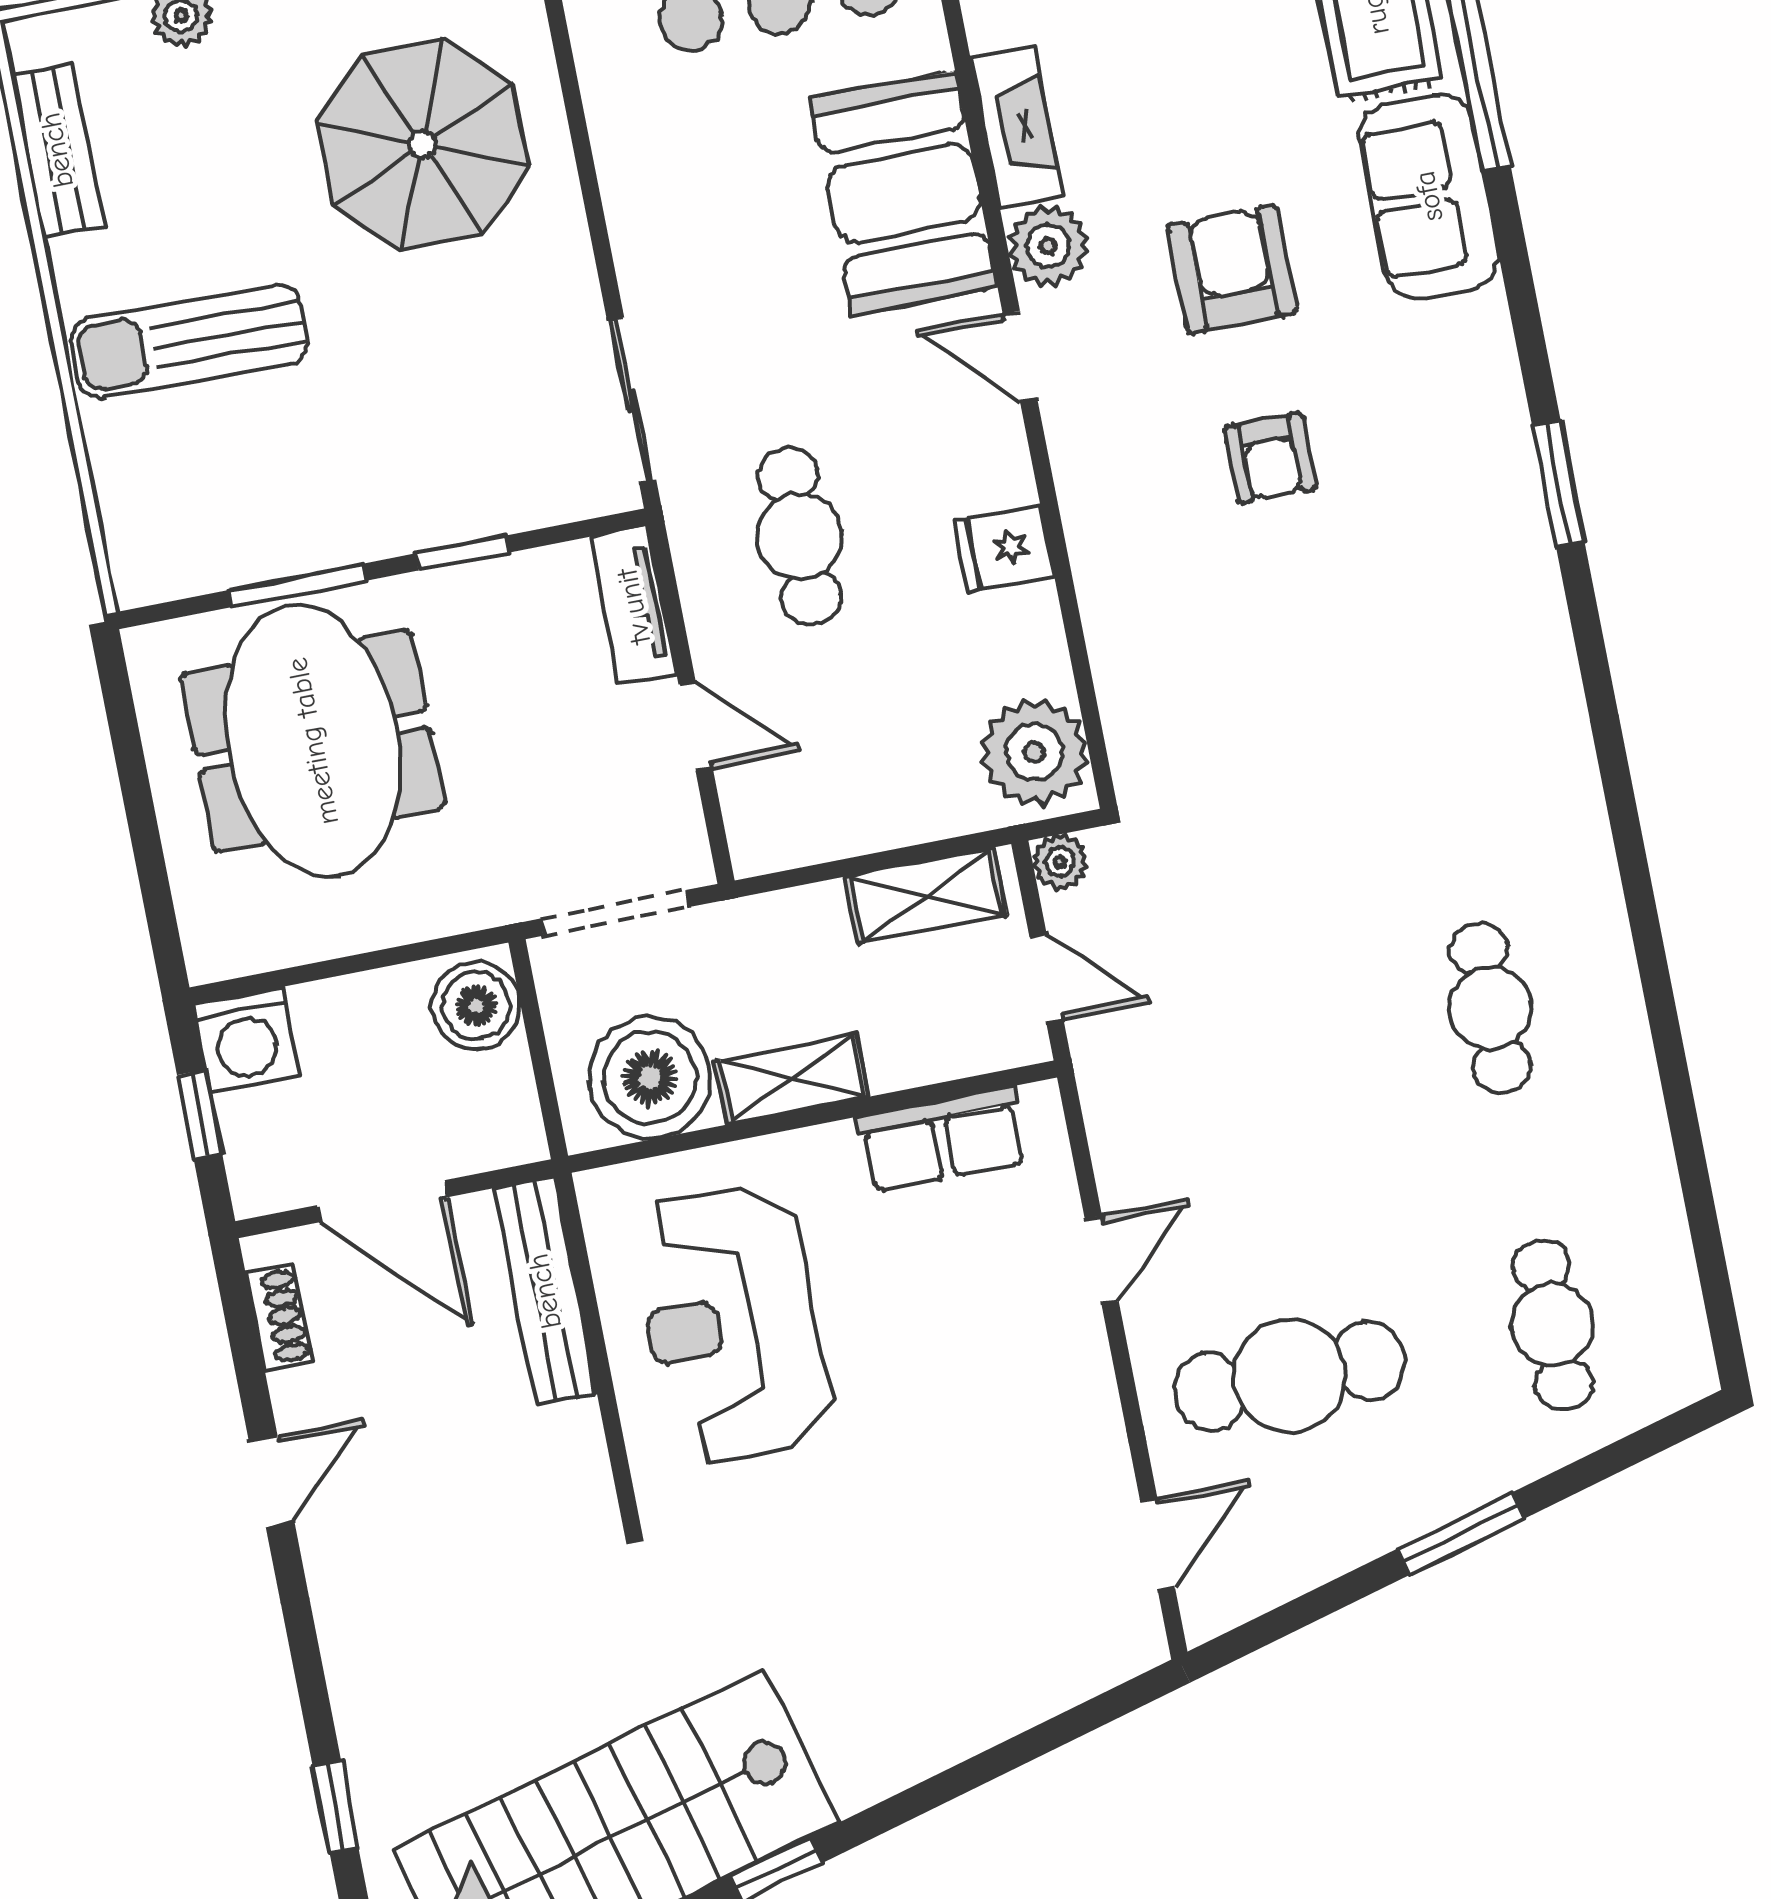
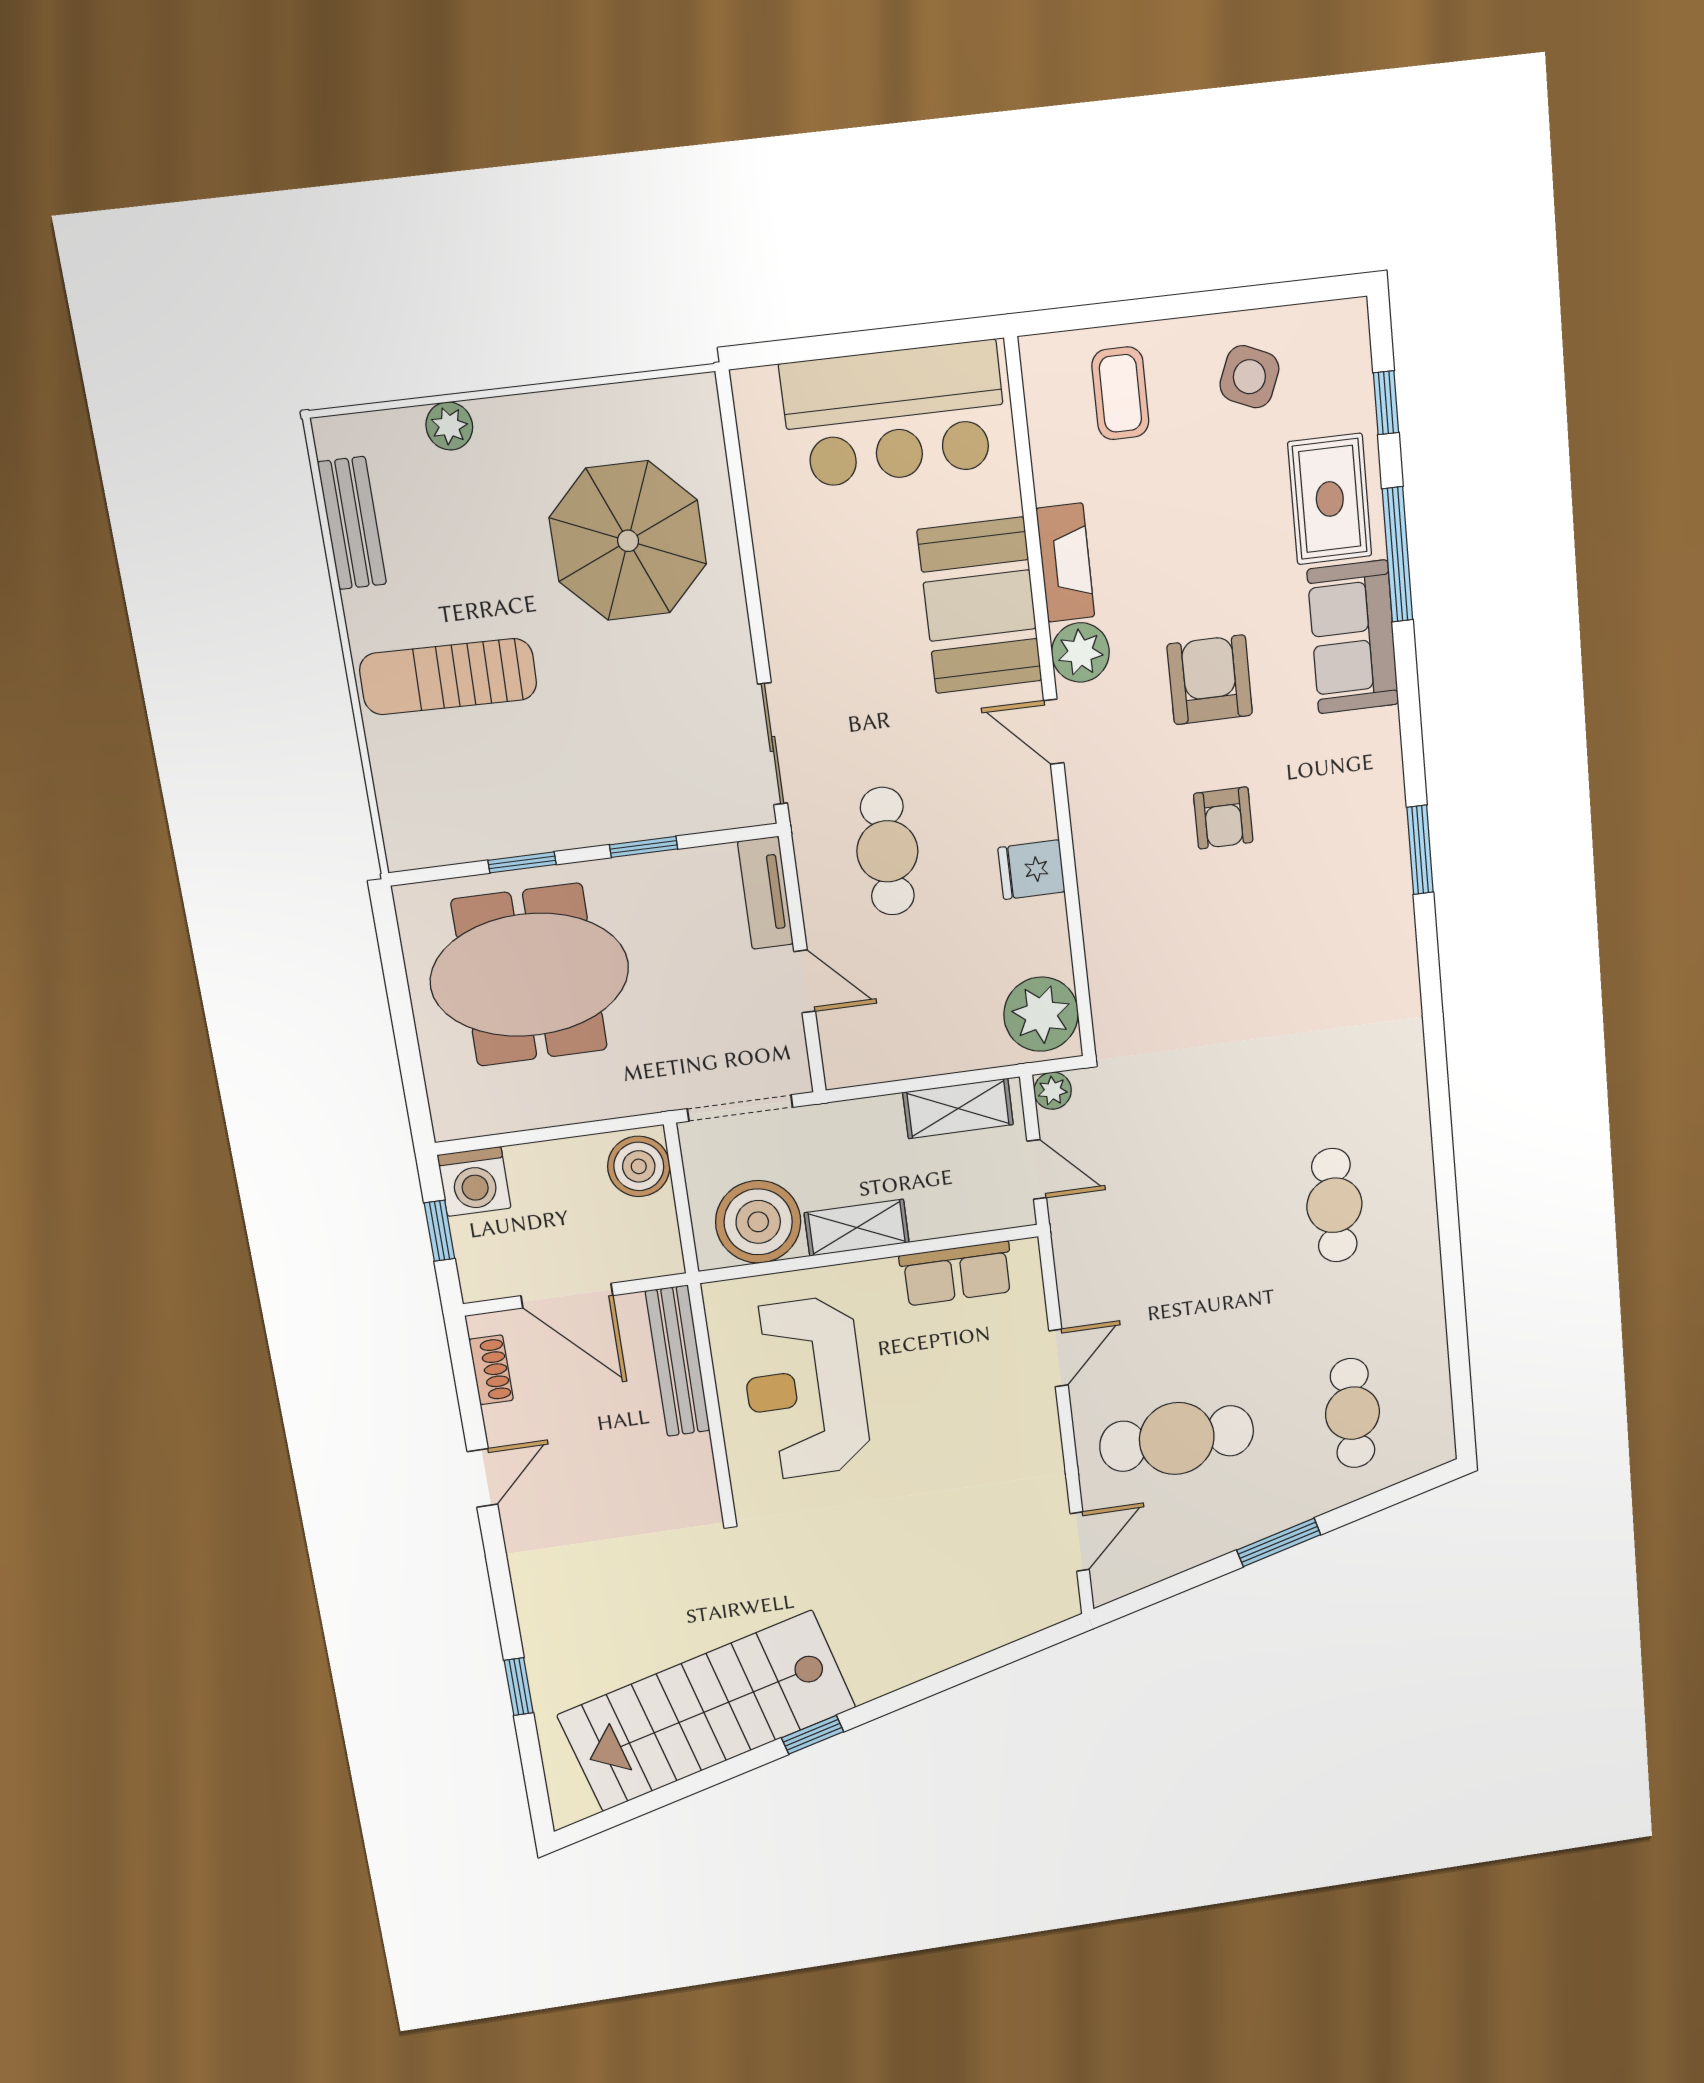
window: (297, 585) -> (522, 862), width x0.67
meeting table: (313, 741) -> (530, 975), turned 90

